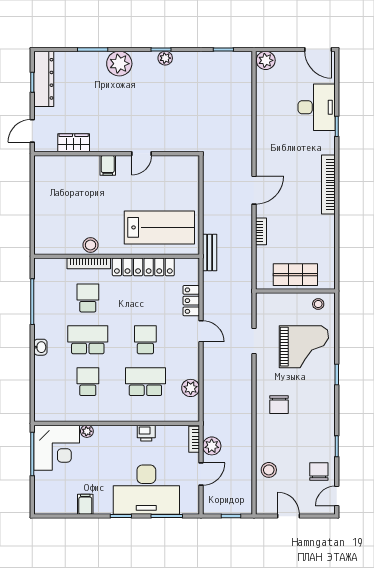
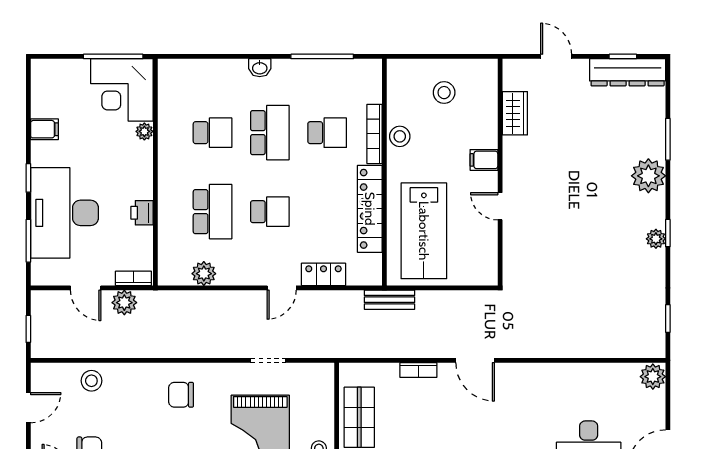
wardrobe: (74, 143) -> (515, 113), moved
wall: (117, 154) -> (500, 172), moved
door: (142, 154) -> (500, 206), moved
filing cabinet: (108, 165) -> (484, 160), moved
stool: (59, 213) -> (444, 93), added

